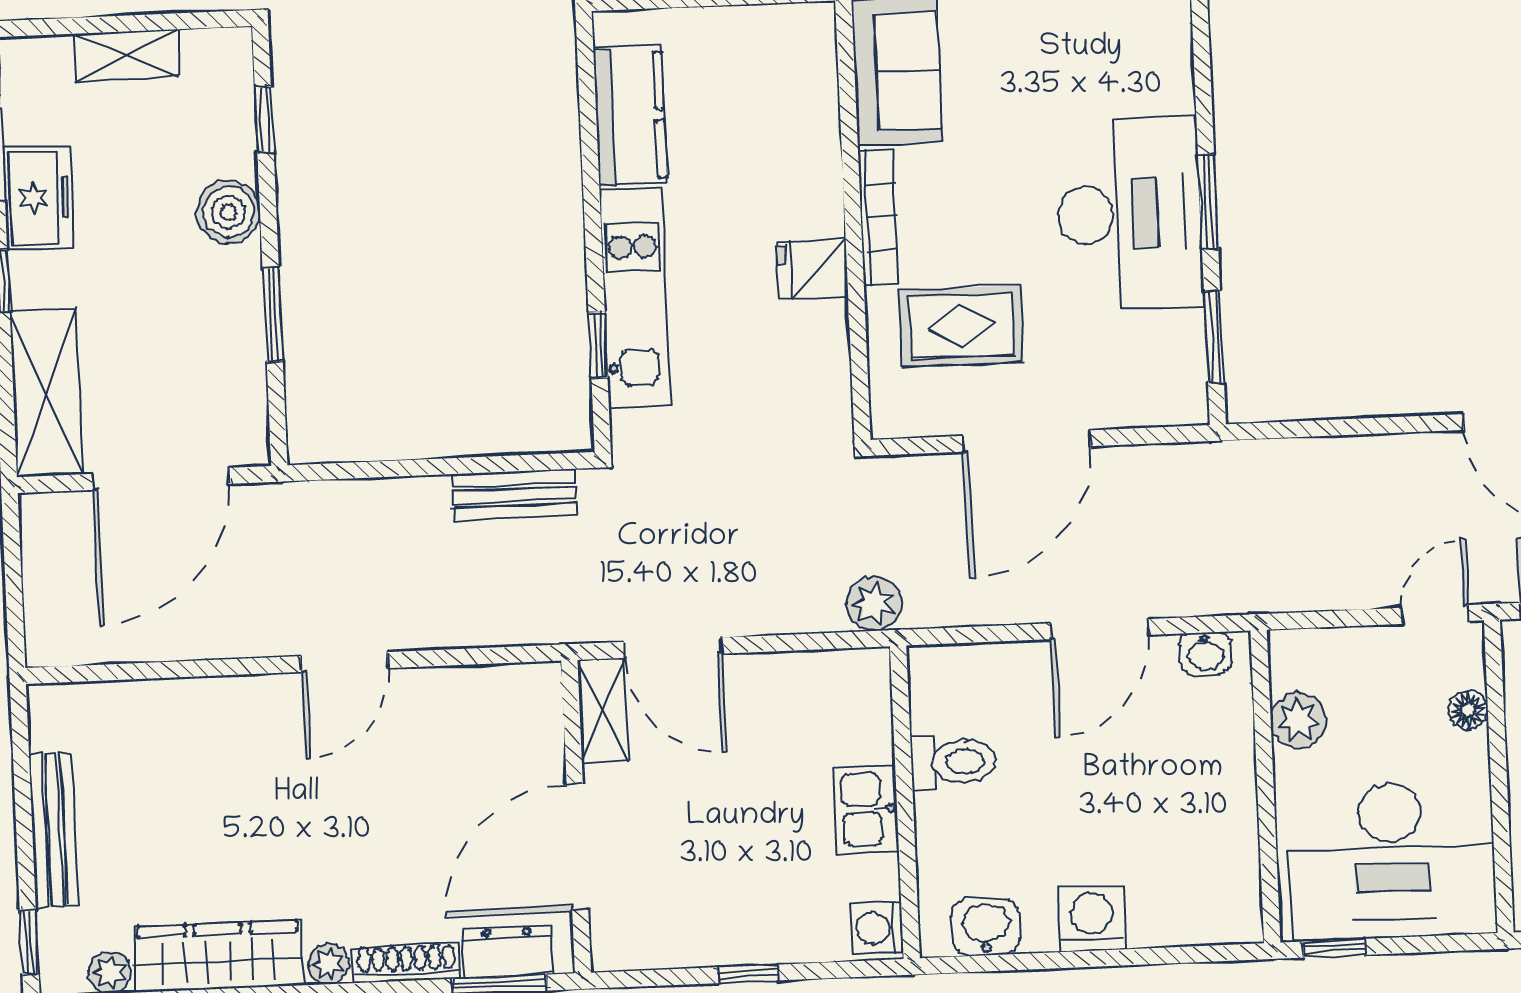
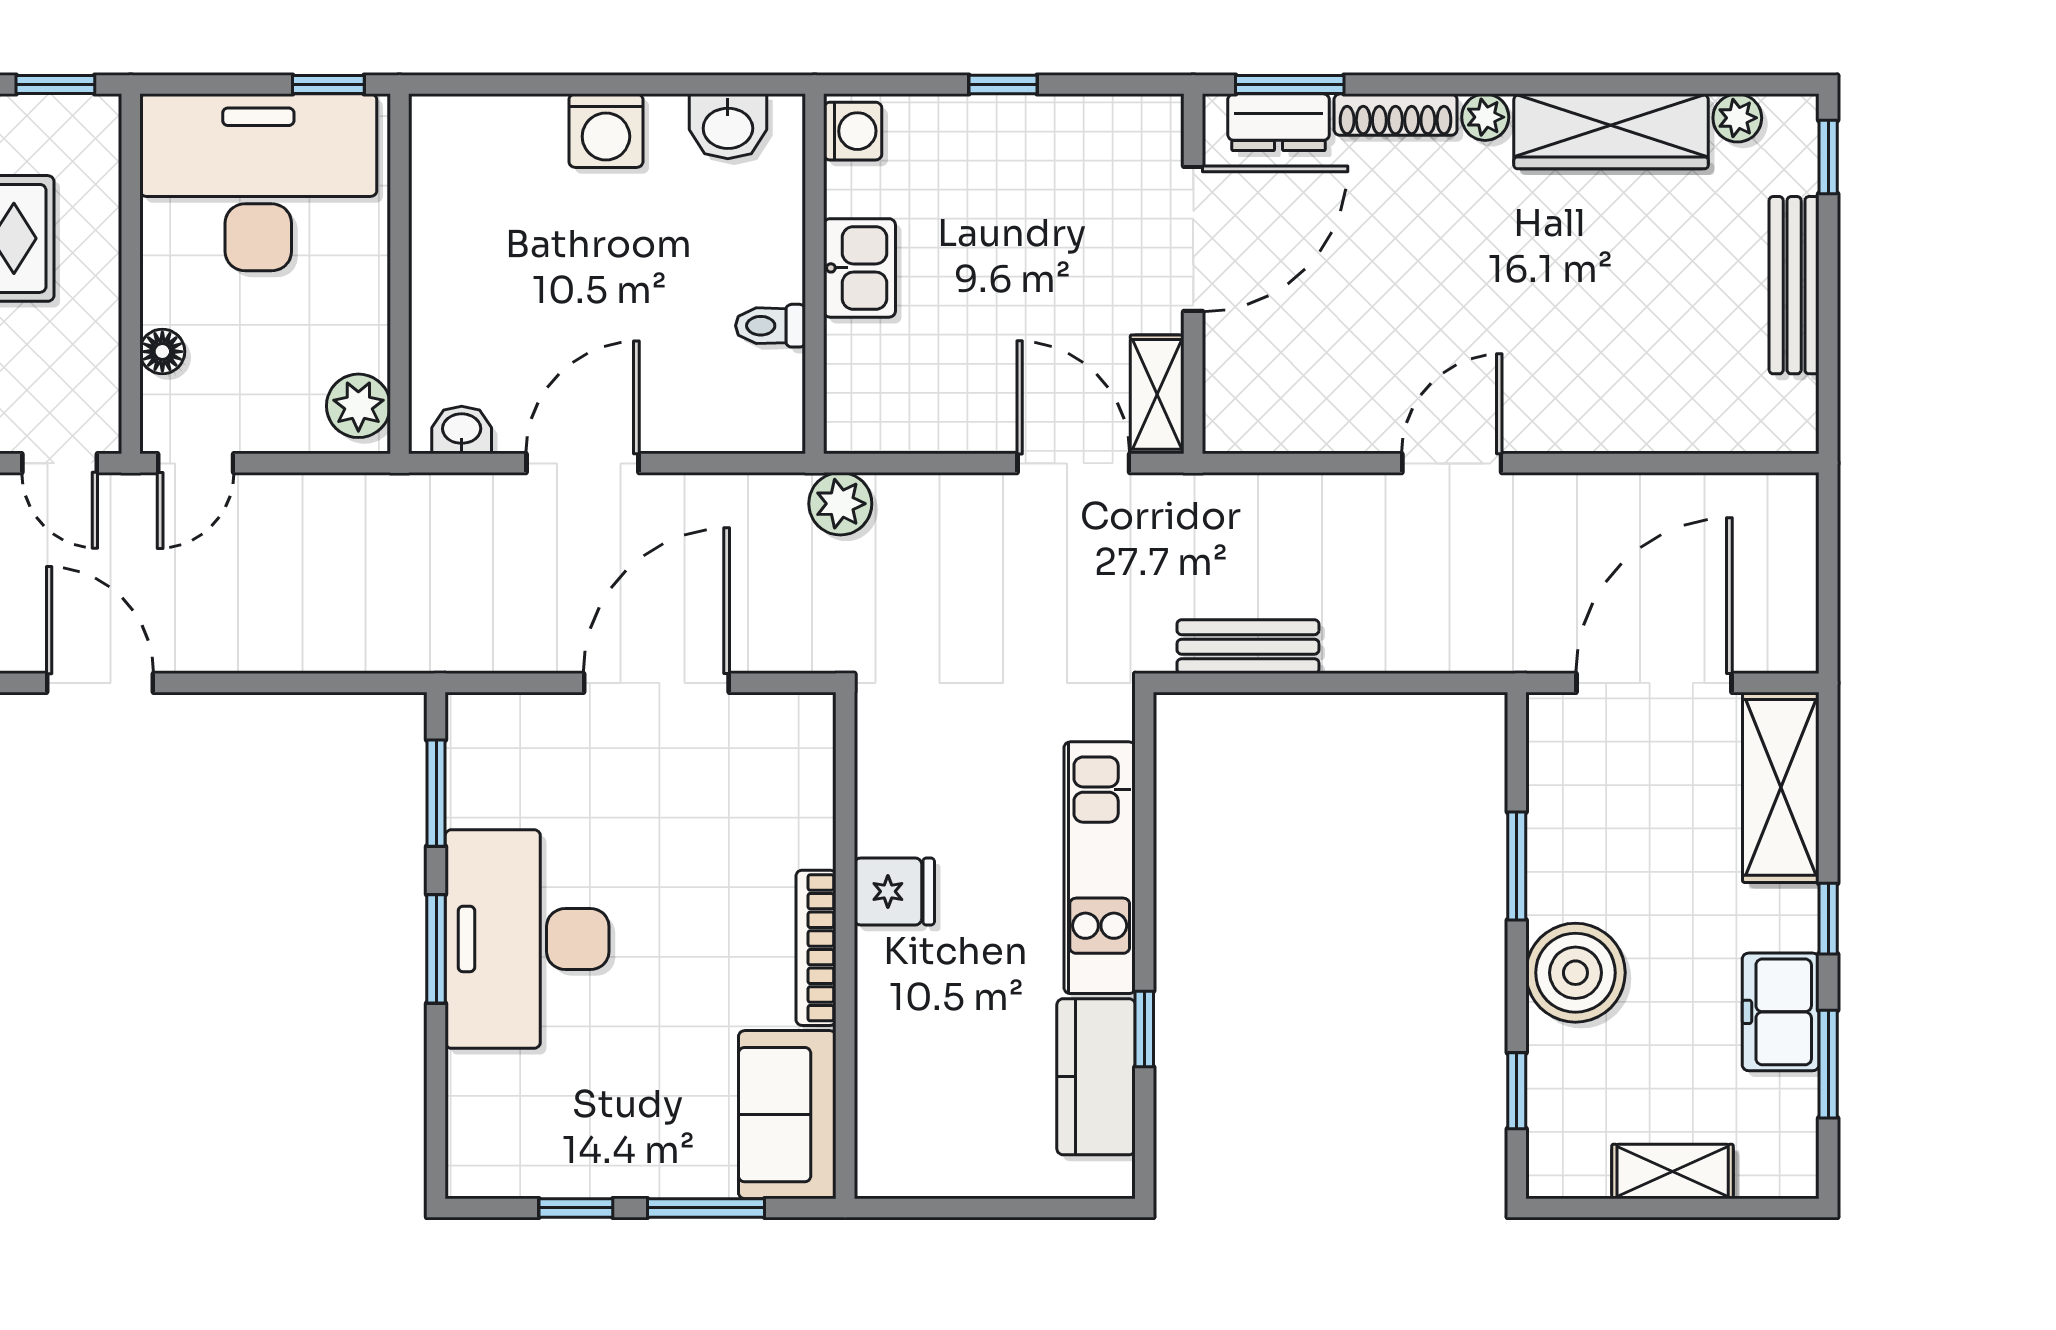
boiler: (229, 212) -> (1575, 973), width x1.37, depth x1.37
rug: (961, 326) -> (726, 818), removed
window: (598, 345) -> (1144, 1029), moved
plant: (1298, 720) -> (358, 406), moved
toilet: (953, 762) -> (770, 326), width x0.73, depth x0.72

